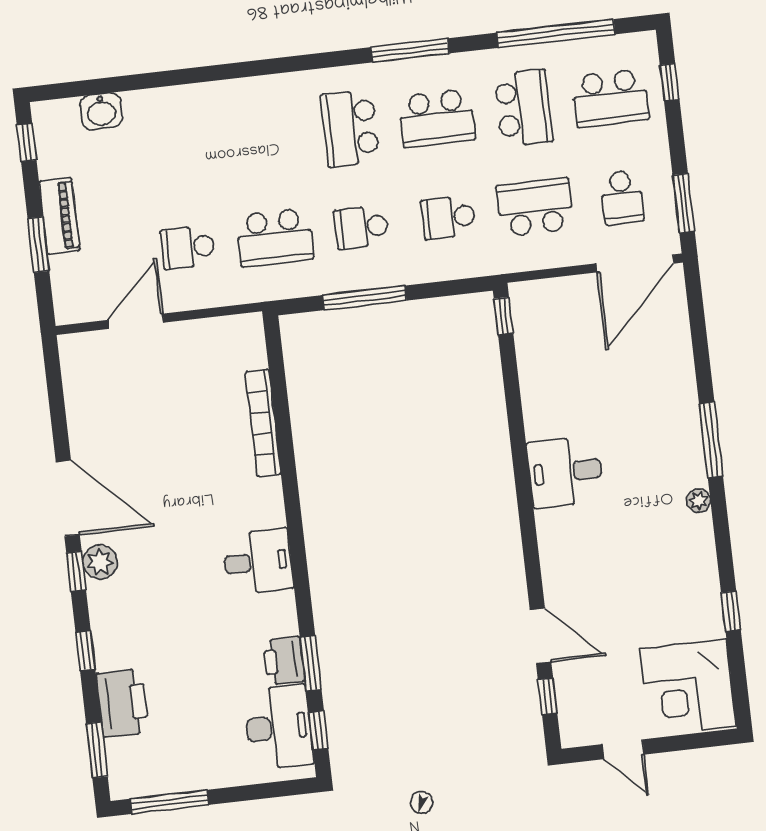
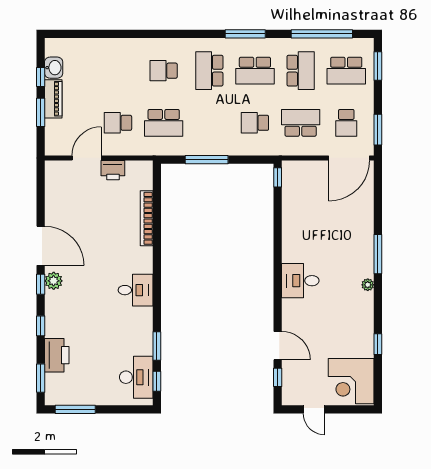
window: (670, 82) -> (378, 66), width x1.50
washbasin: (101, 111) -> (54, 68), moved, turned -90
window: (27, 143) -> (41, 77), moved
school desk: (361, 227) -> (164, 71), moved
desk: (565, 472) -> (300, 281), moved
printer: (284, 661) -> (113, 170), moved, turned -90

